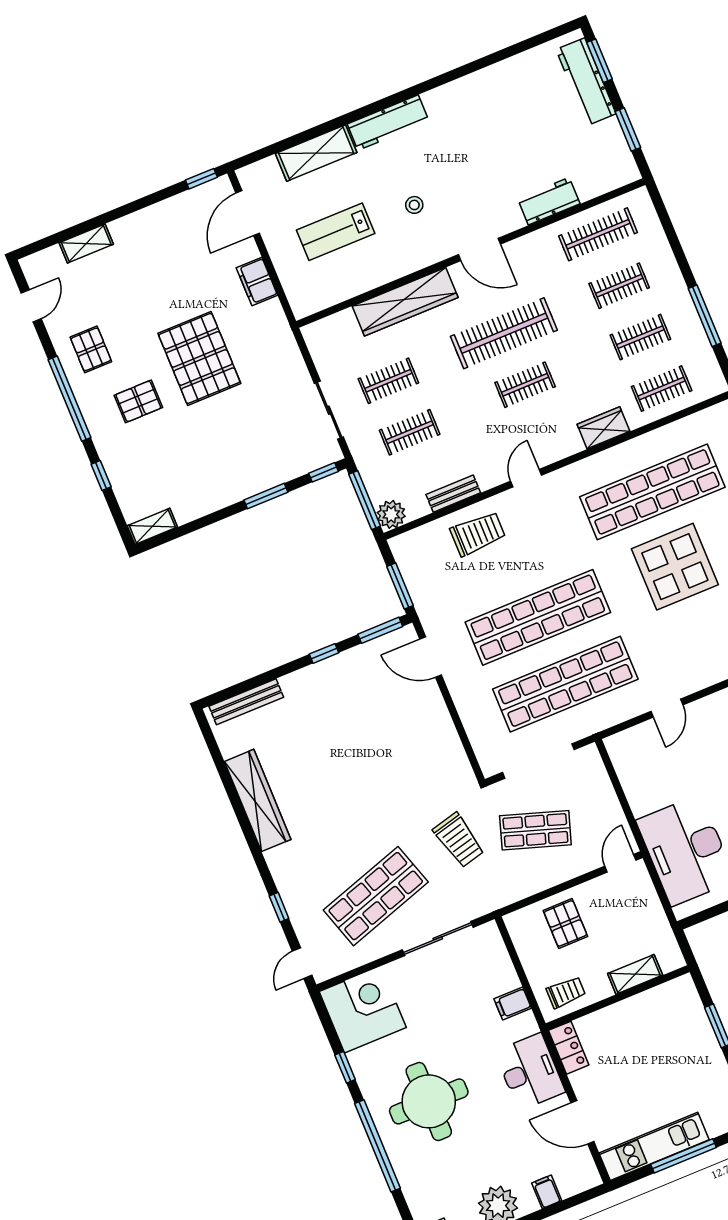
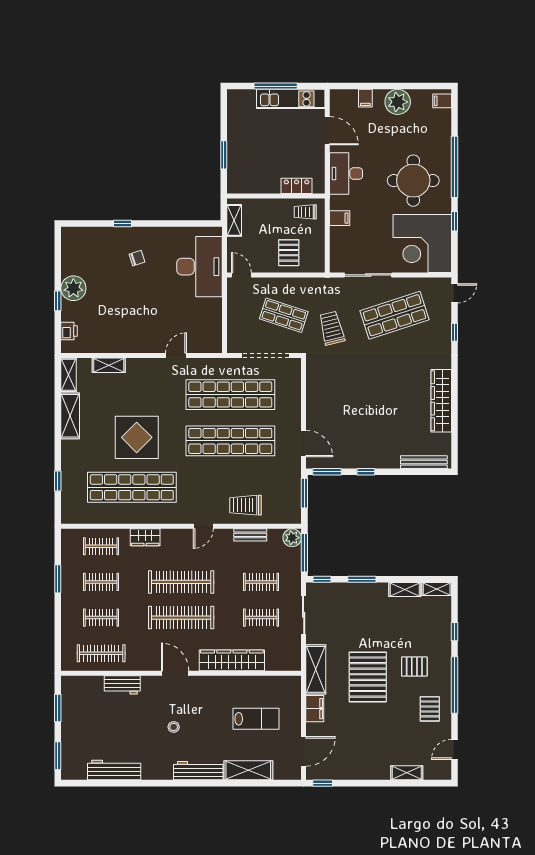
workbench: (586, 82) -> (114, 770), moved, turned -90
stool: (414, 205) -> (174, 727), moved
window: (705, 316) -> (58, 579), width x0.69
shelving: (279, 339) -> (316, 669), added
clothes rail: (525, 385) -> (181, 582), width x1.86, depth x1.31
shelving: (198, 507) -> (405, 590), added
door: (620, 863) -> (241, 275), swing flipped
shelving: (635, 974) -> (234, 220), moved, turned 90
corner desk: (363, 1010) -> (422, 243), width x1.36, depth x1.36
locker: (569, 1048) -> (297, 186), moved, turned 90

